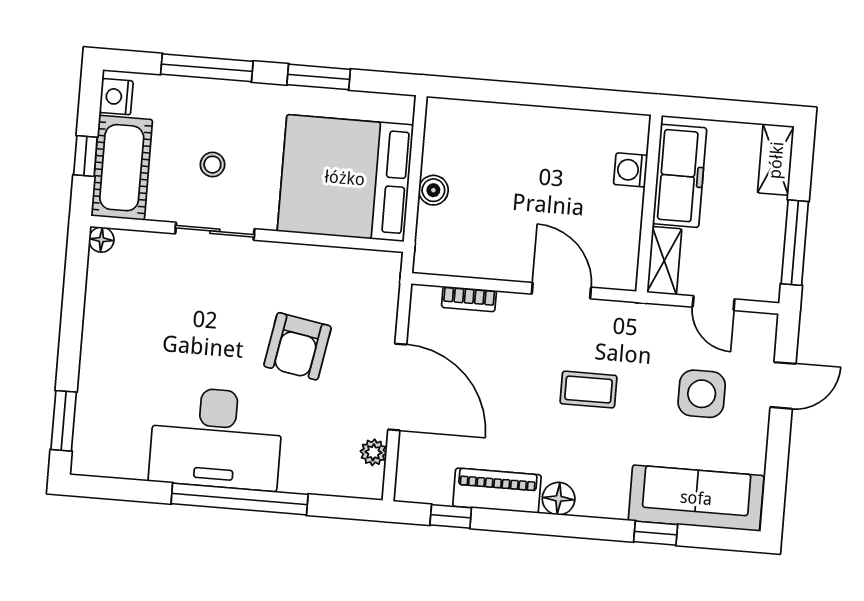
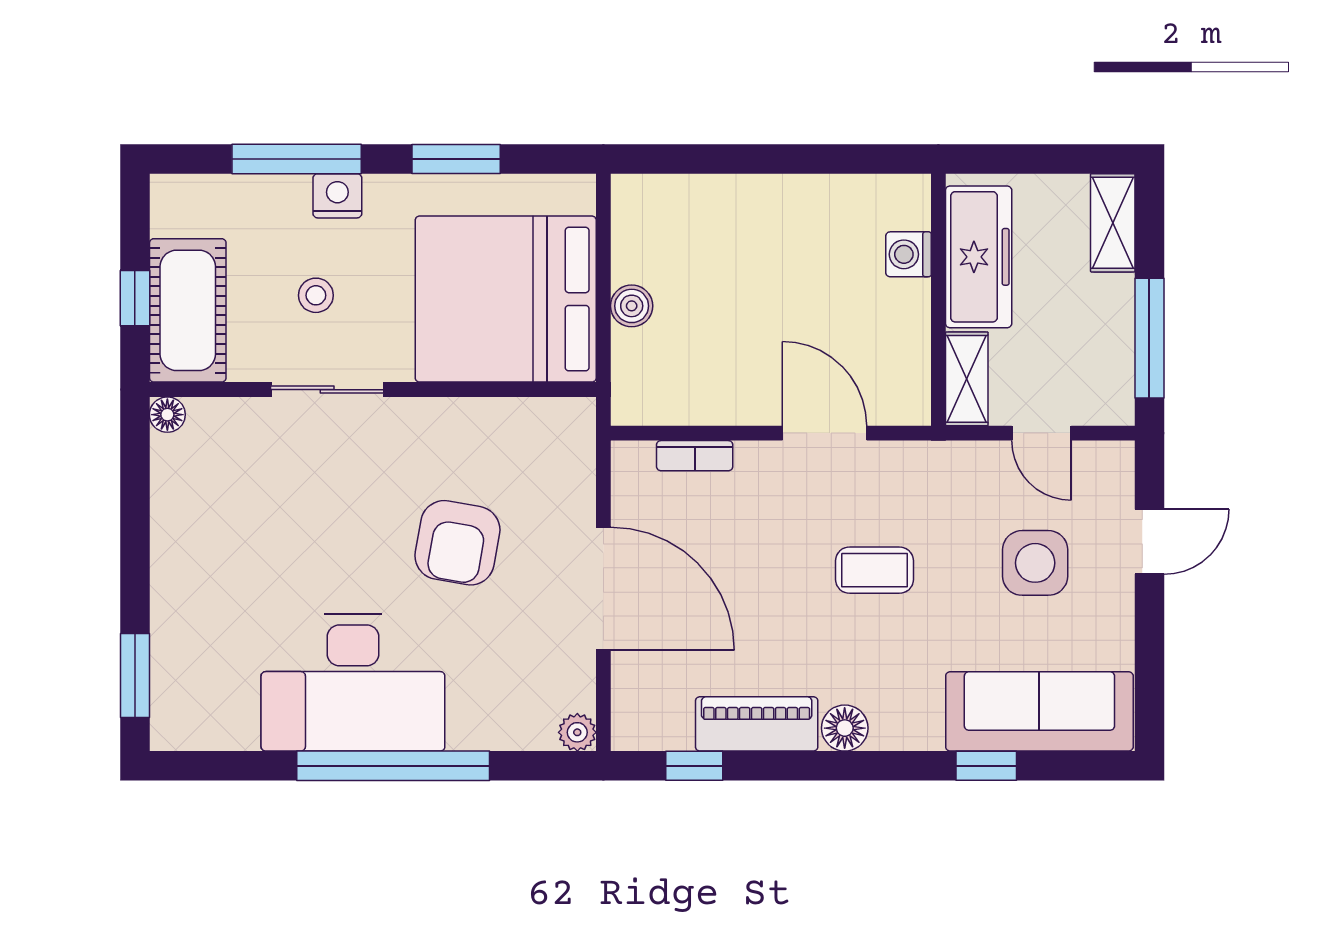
nightstand: (116, 97) -> (337, 196), moved, turned 90
plant: (373, 452) -> (577, 732), moved

